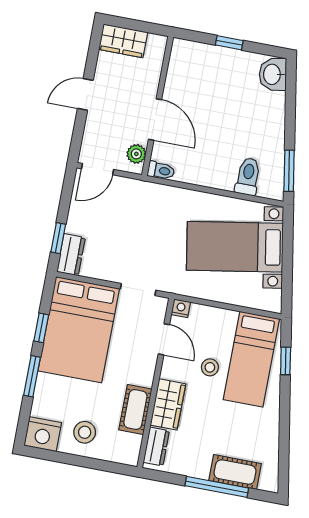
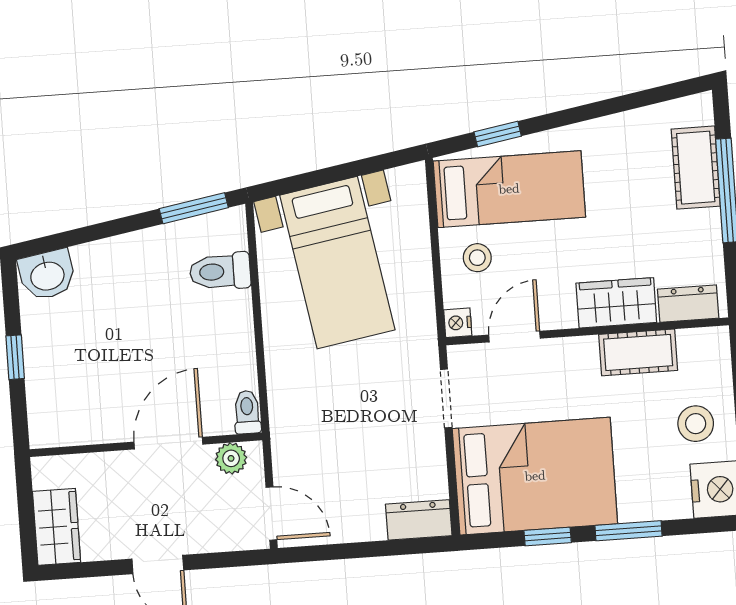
window: (58, 238) -> (398, 547), removed
stool: (210, 367) -> (477, 258), moved

